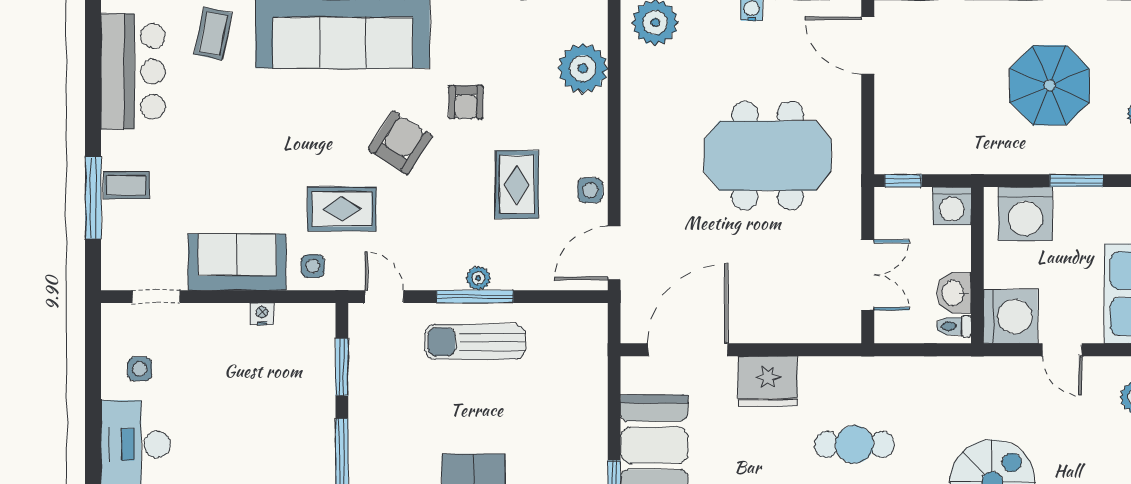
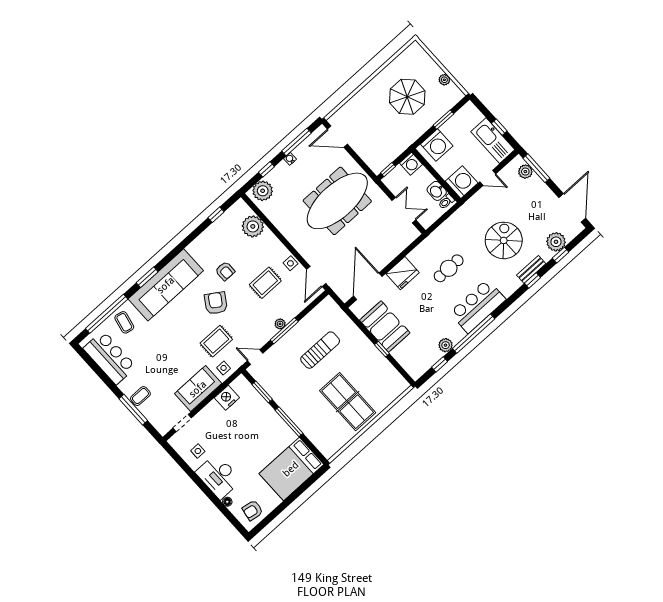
meeting table: (768, 156) -> (337, 201), width x1.36
rug: (517, 185) -> (265, 283), turned 90
nightstand: (262, 314) -> (227, 398), width x1.89, depth x1.79
sun lounger: (475, 342) -> (320, 350), moved, turned 180

